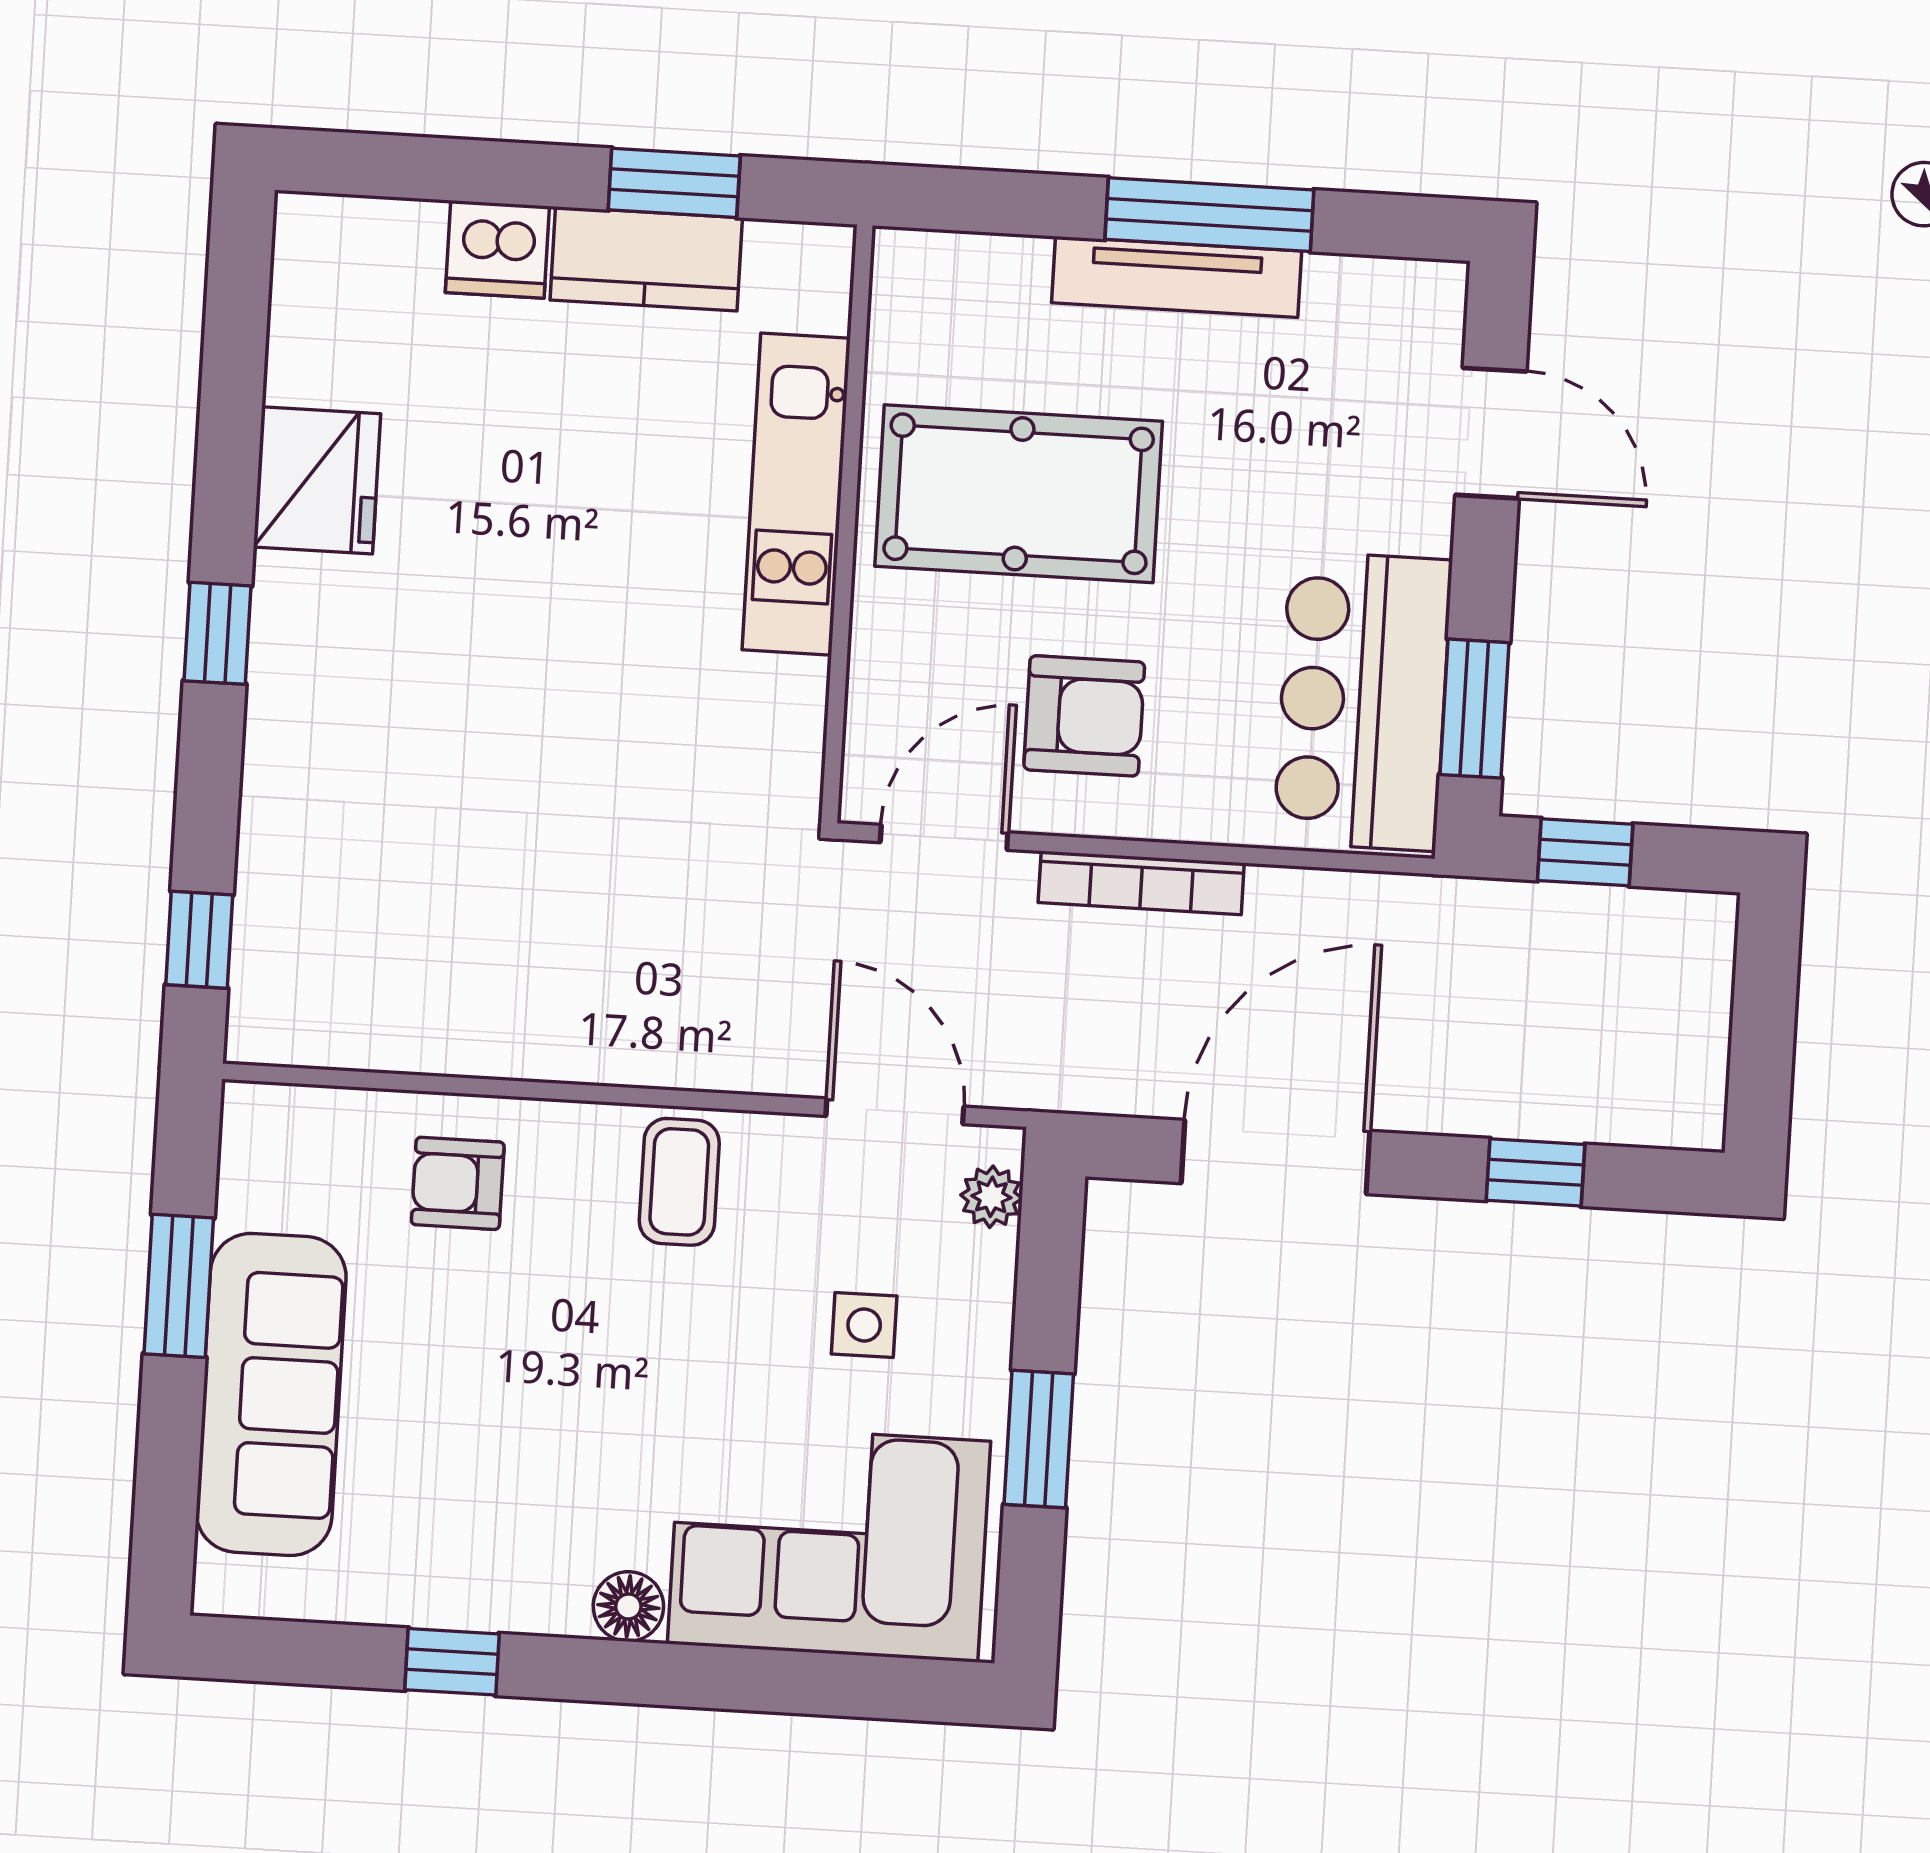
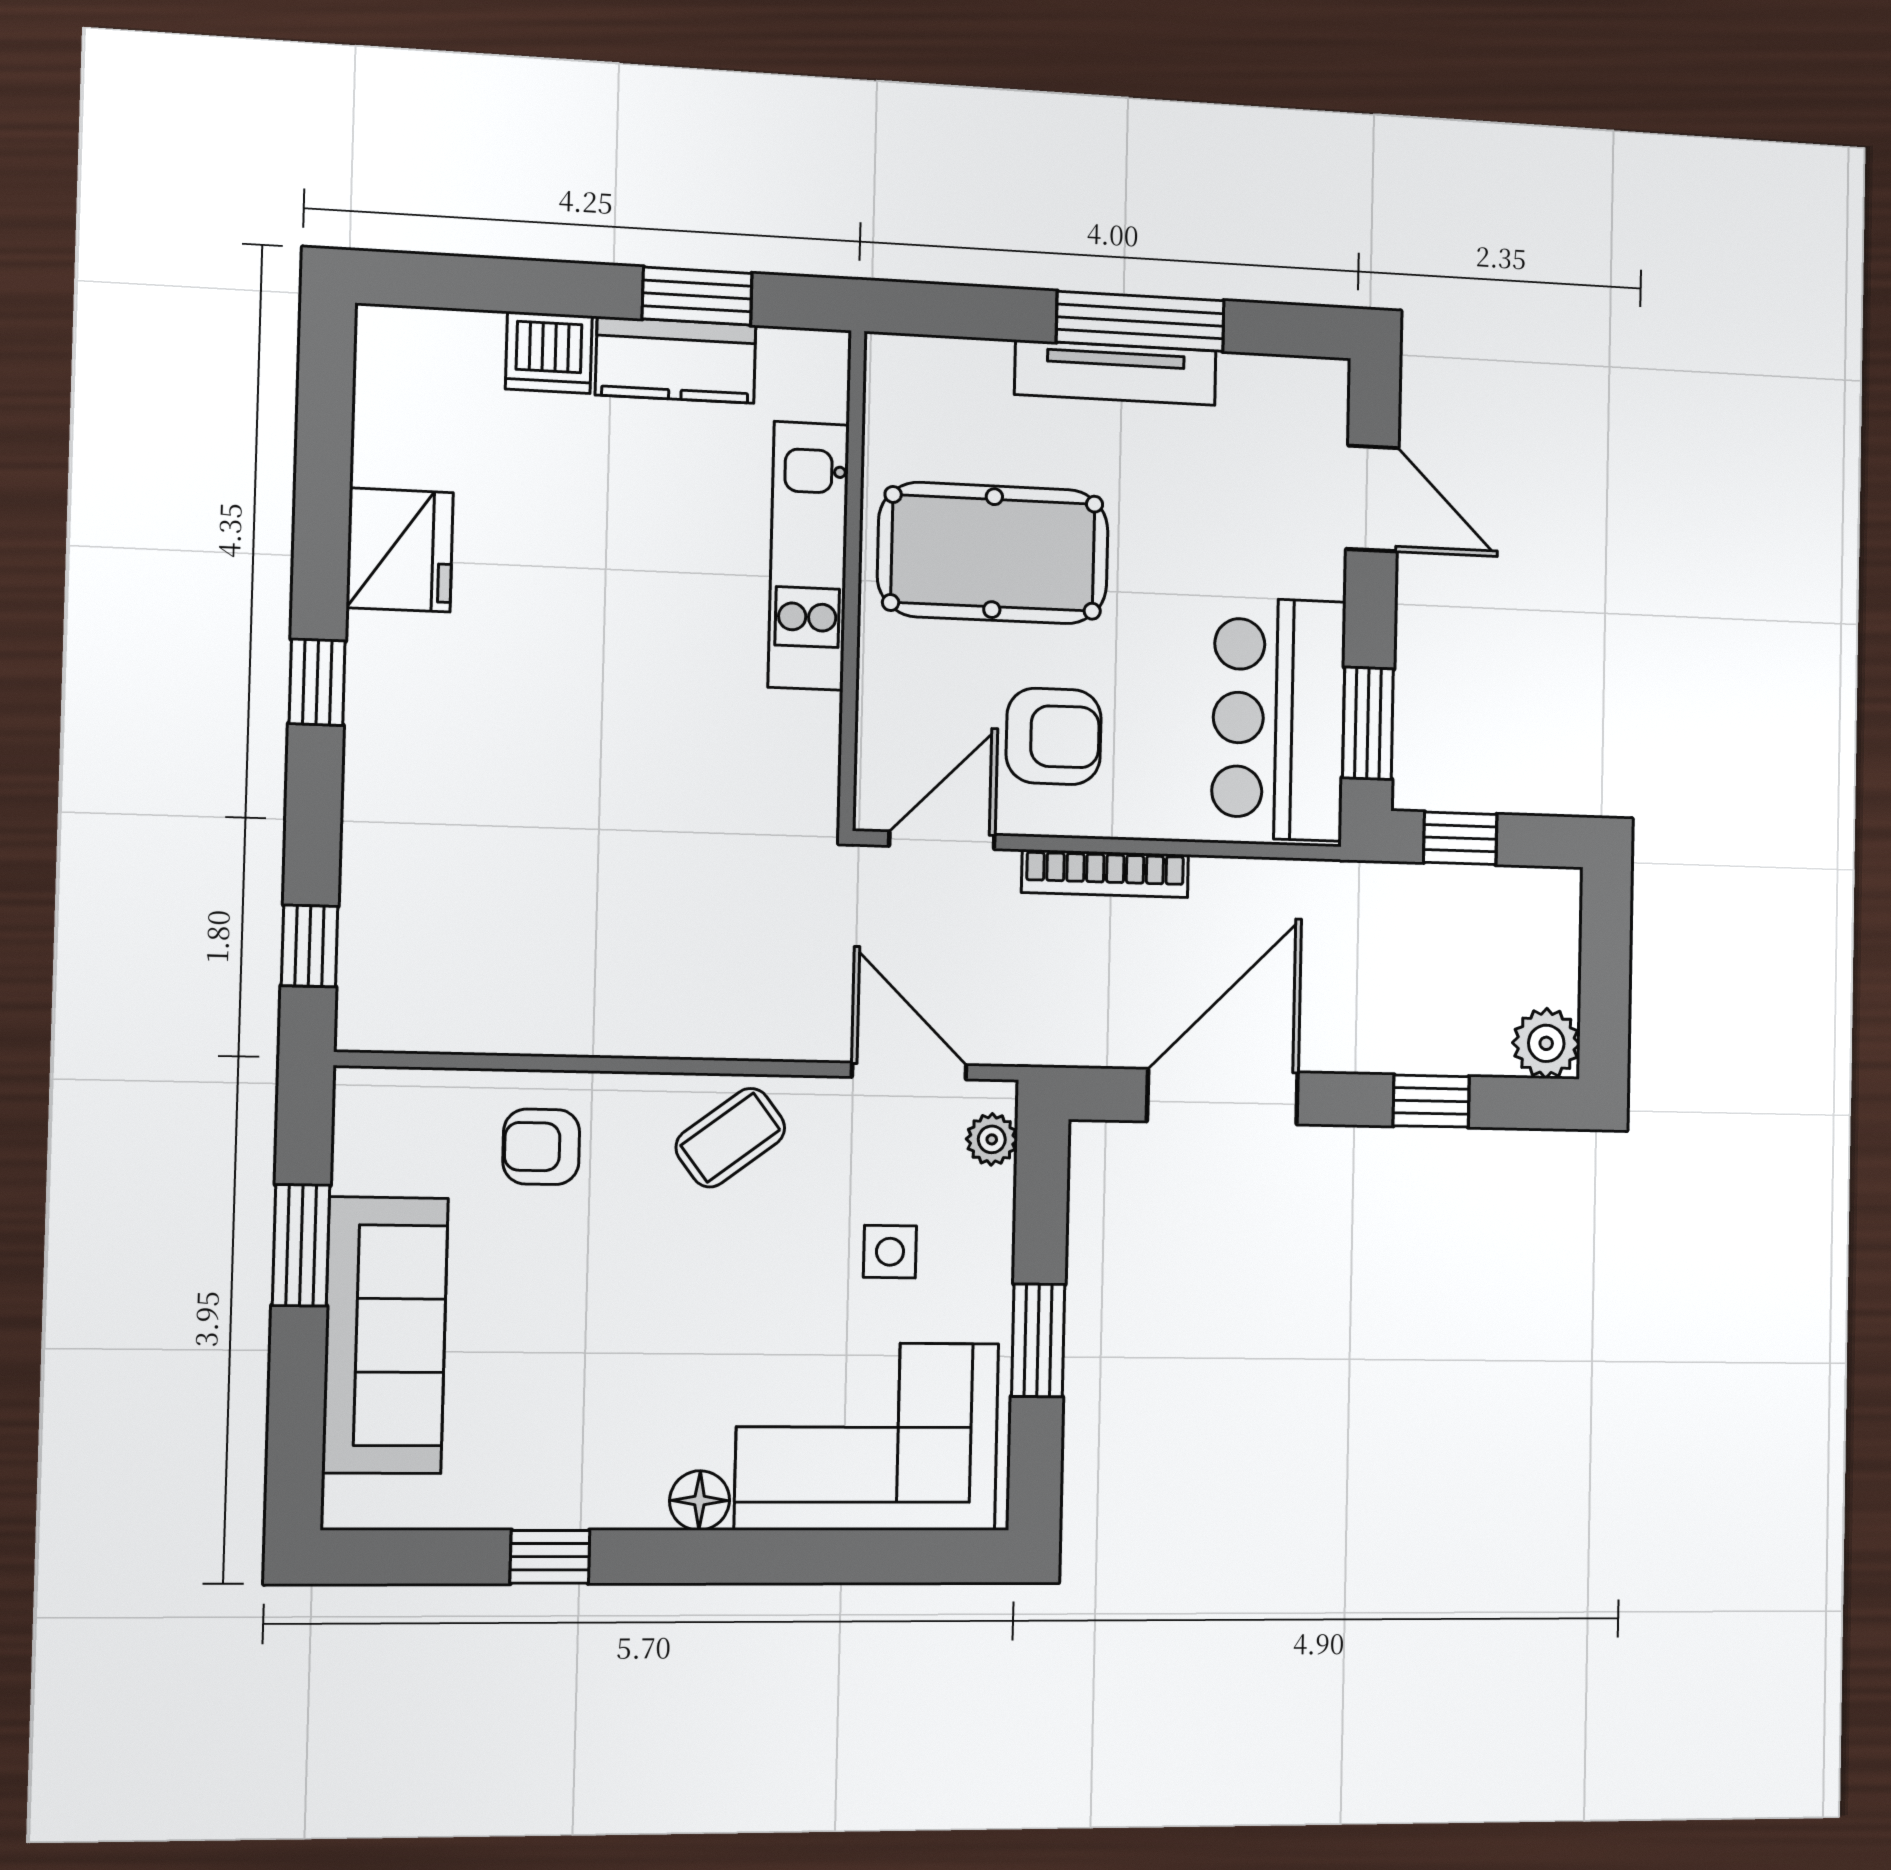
plant: (1684, 1107) -> (1546, 1043), added
coffee table: (679, 1182) -> (730, 1138), turned 53

